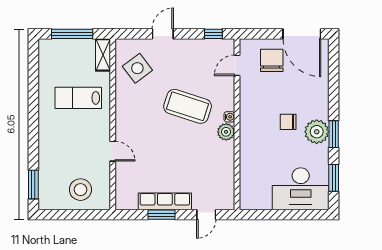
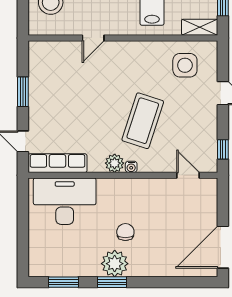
chair: (272, 60) -> (194, 214), removed
side table: (137, 68) -> (185, 65), turned 37
desk: (301, 189) -> (65, 201), moved, turned 90
row of seats: (165, 201) -> (57, 163), moved, turned -90

